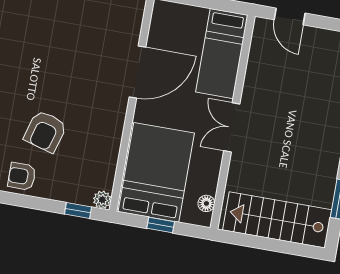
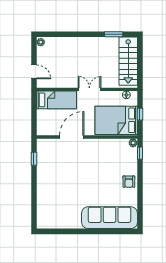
door: (290, 16) -> (34, 72), hinge flipped
door: (137, 72) -> (72, 137), hinge flipped
double door: (232, 127) -> (89, 89), swing flipped
armchair: (45, 131) -> (106, 174), removed

